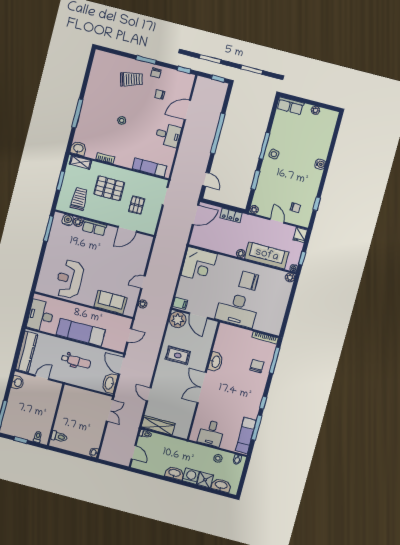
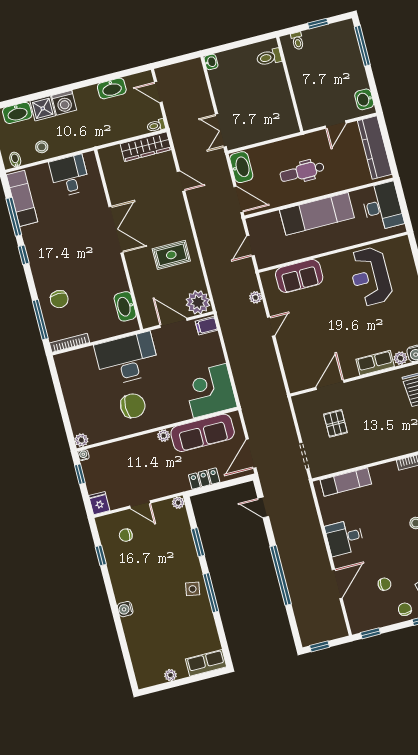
pallet: (109, 188) -> (384, 425), removed
sofa: (267, 255) -> (203, 433), moved
reception desk: (70, 279) -> (370, 277), turned 180
washbasin: (216, 362) -> (125, 306), moved
washbasin: (175, 473) -> (112, 88), moved

